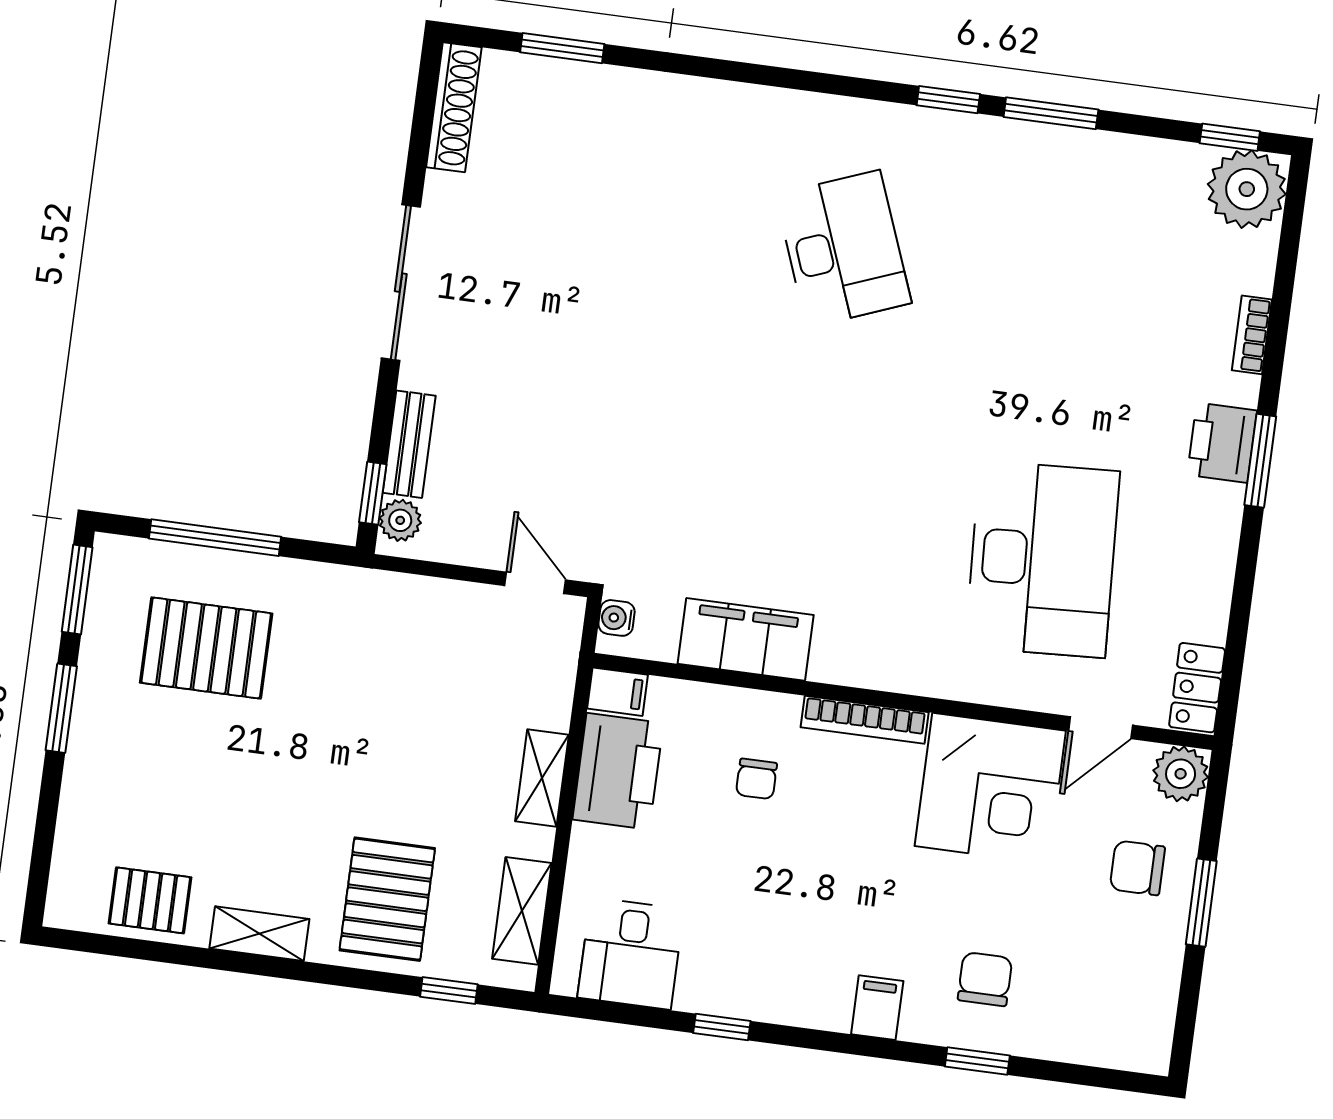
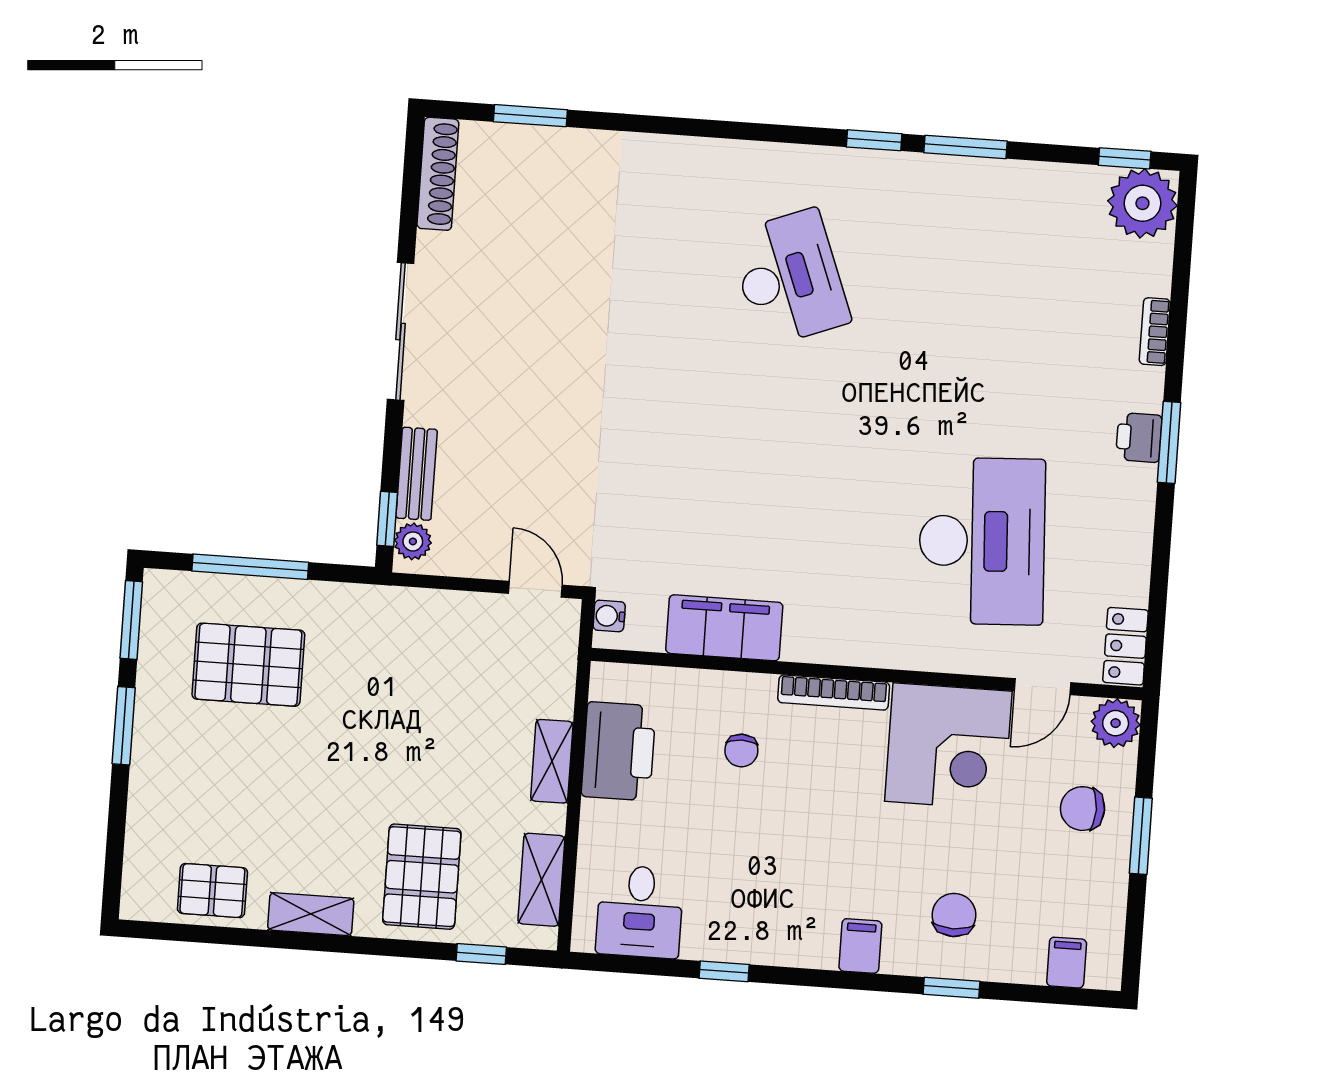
printer: (1222, 443) -> (1139, 438), width x0.73, depth x0.81
filing cabinet: (617, 692) -> (1067, 963), moved, turned -90

